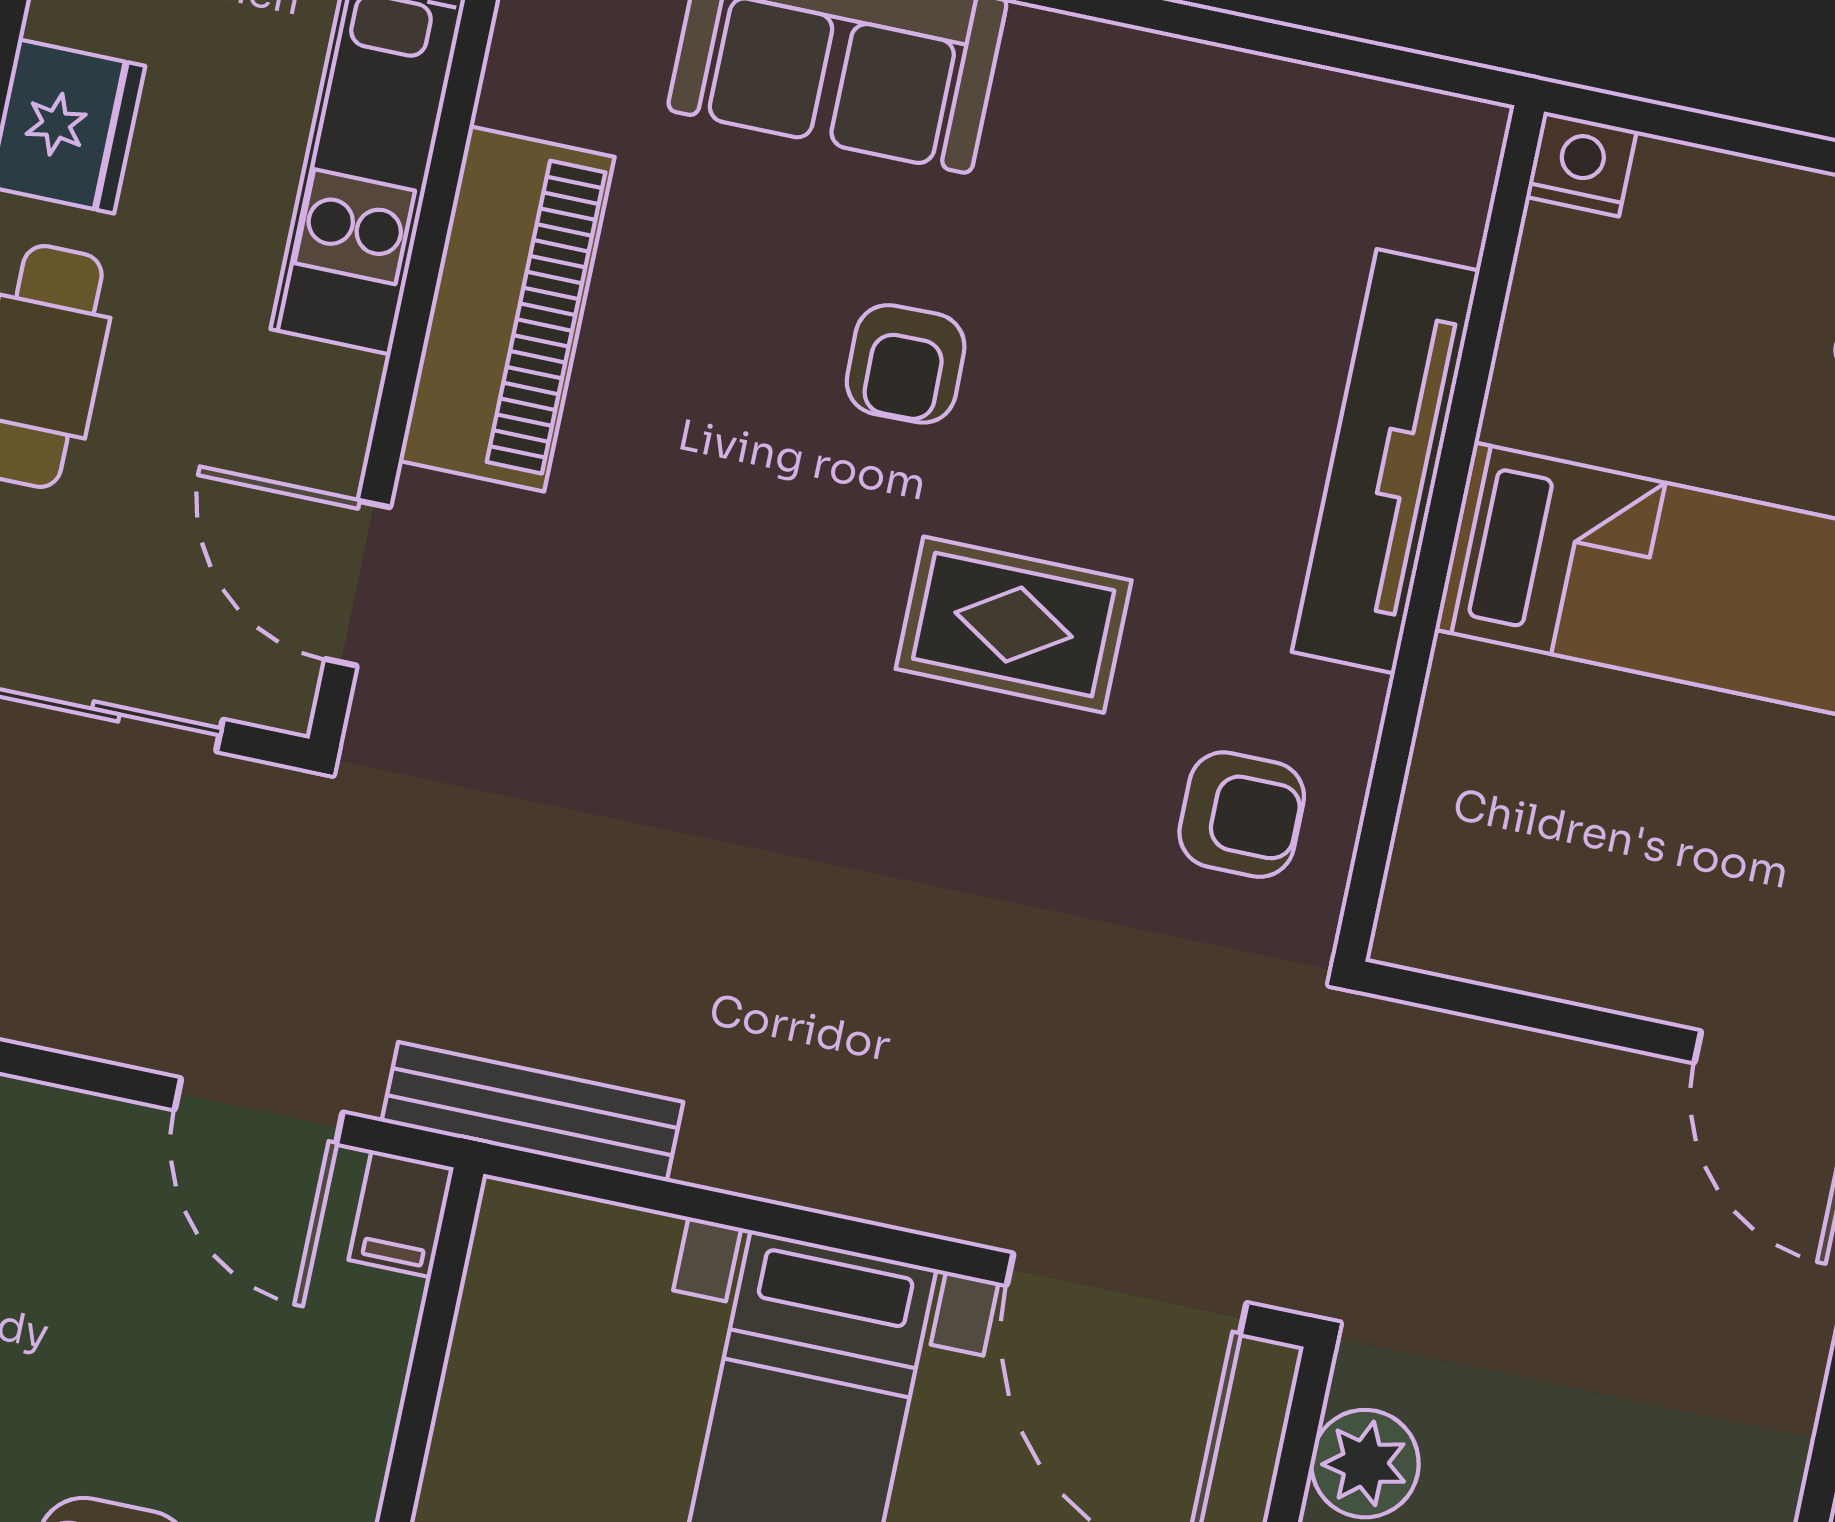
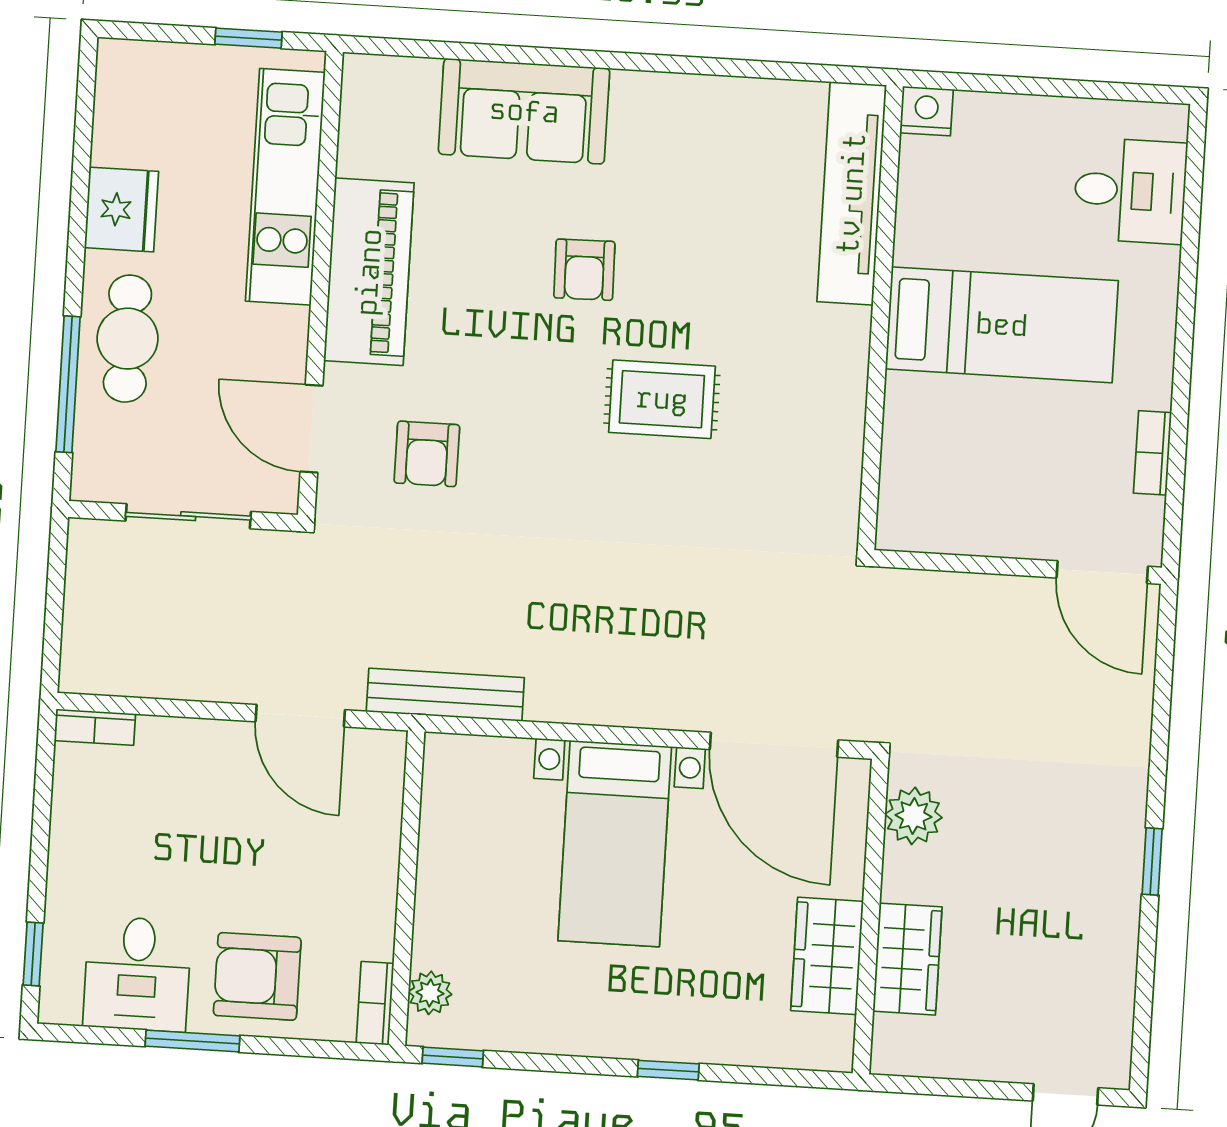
tv unit: (1386, 461) -> (852, 193), moved
armchair: (1242, 815) -> (427, 454), moved, turned 90
filing cabinet: (401, 1214) -> (384, 759), removed

